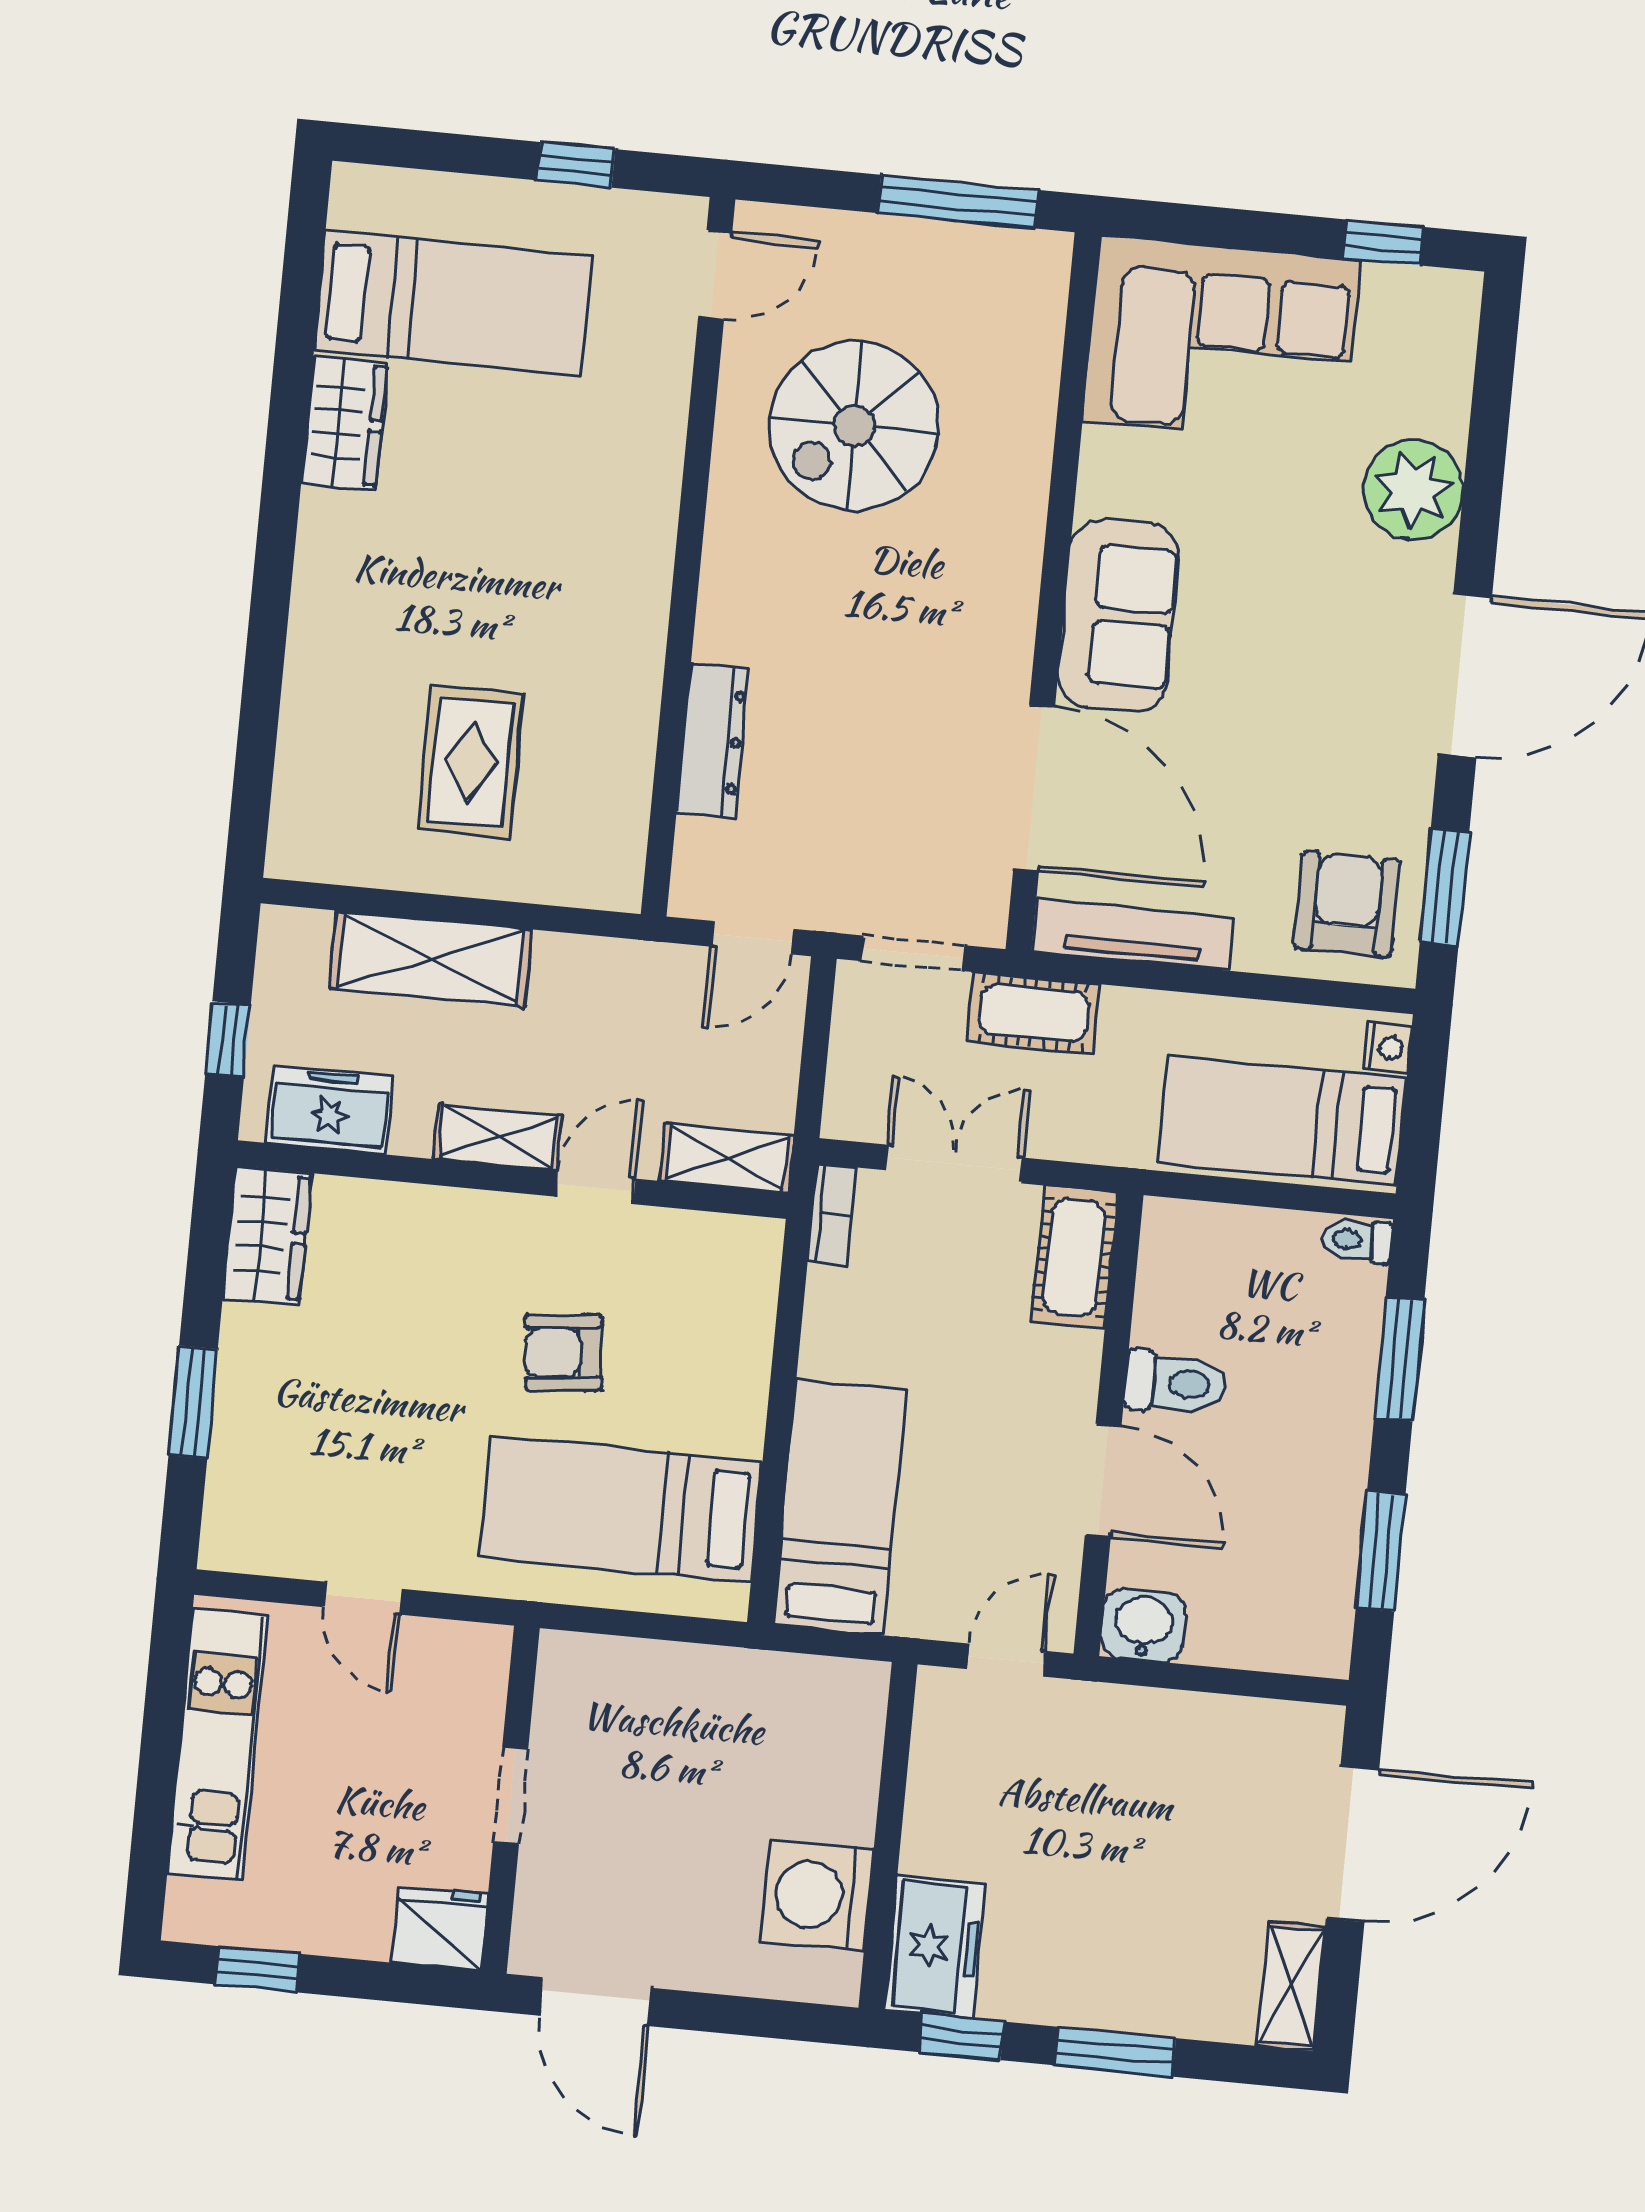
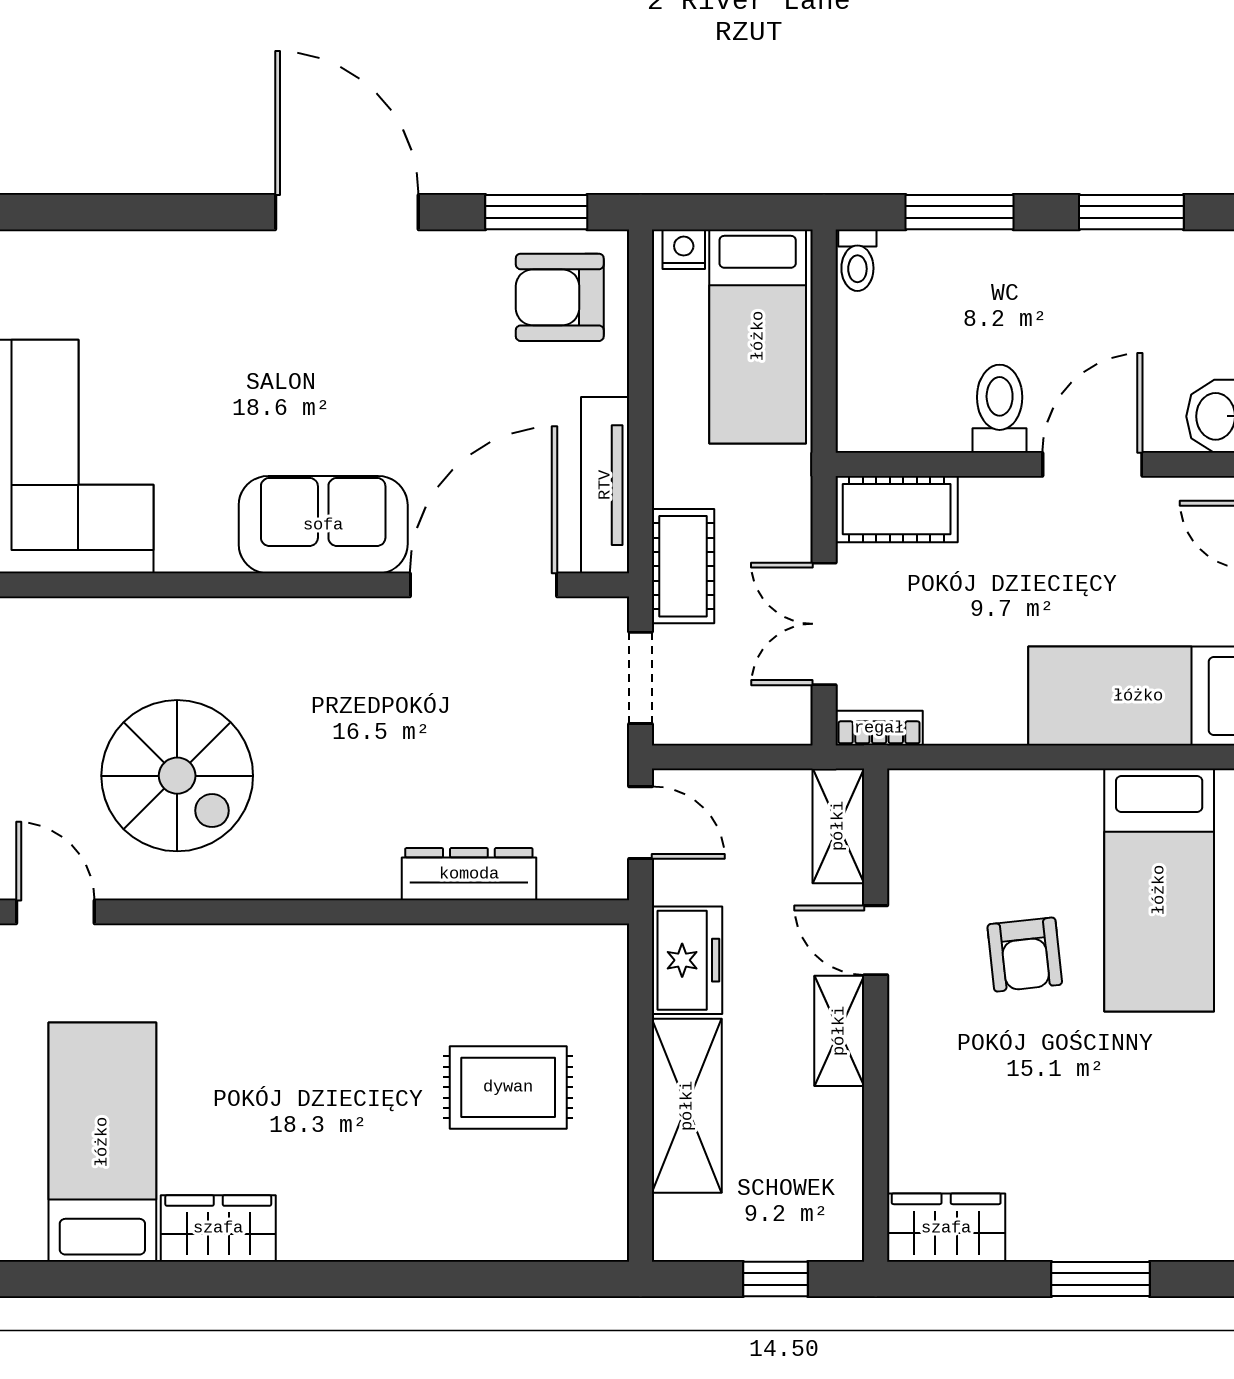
plant: (1413, 489) -> (186, 274), removed
freezer: (330, 1110) -> (687, 960), moved, turned 180

